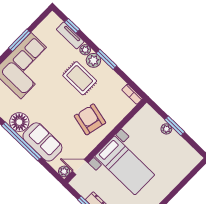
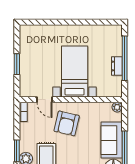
plant: (166, 129) -> (24, 67), removed
door: (80, 167) -> (45, 100), moved

